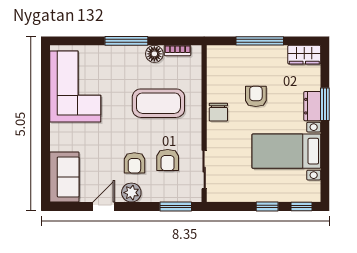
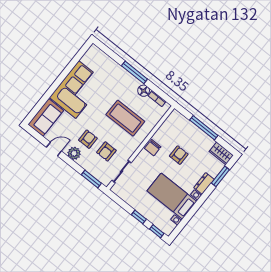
corner sofa: (75, 87) -> (77, 90), moved
window: (325, 104) -> (220, 176), moved
armchair: (134, 163) -> (88, 139), turned 180

